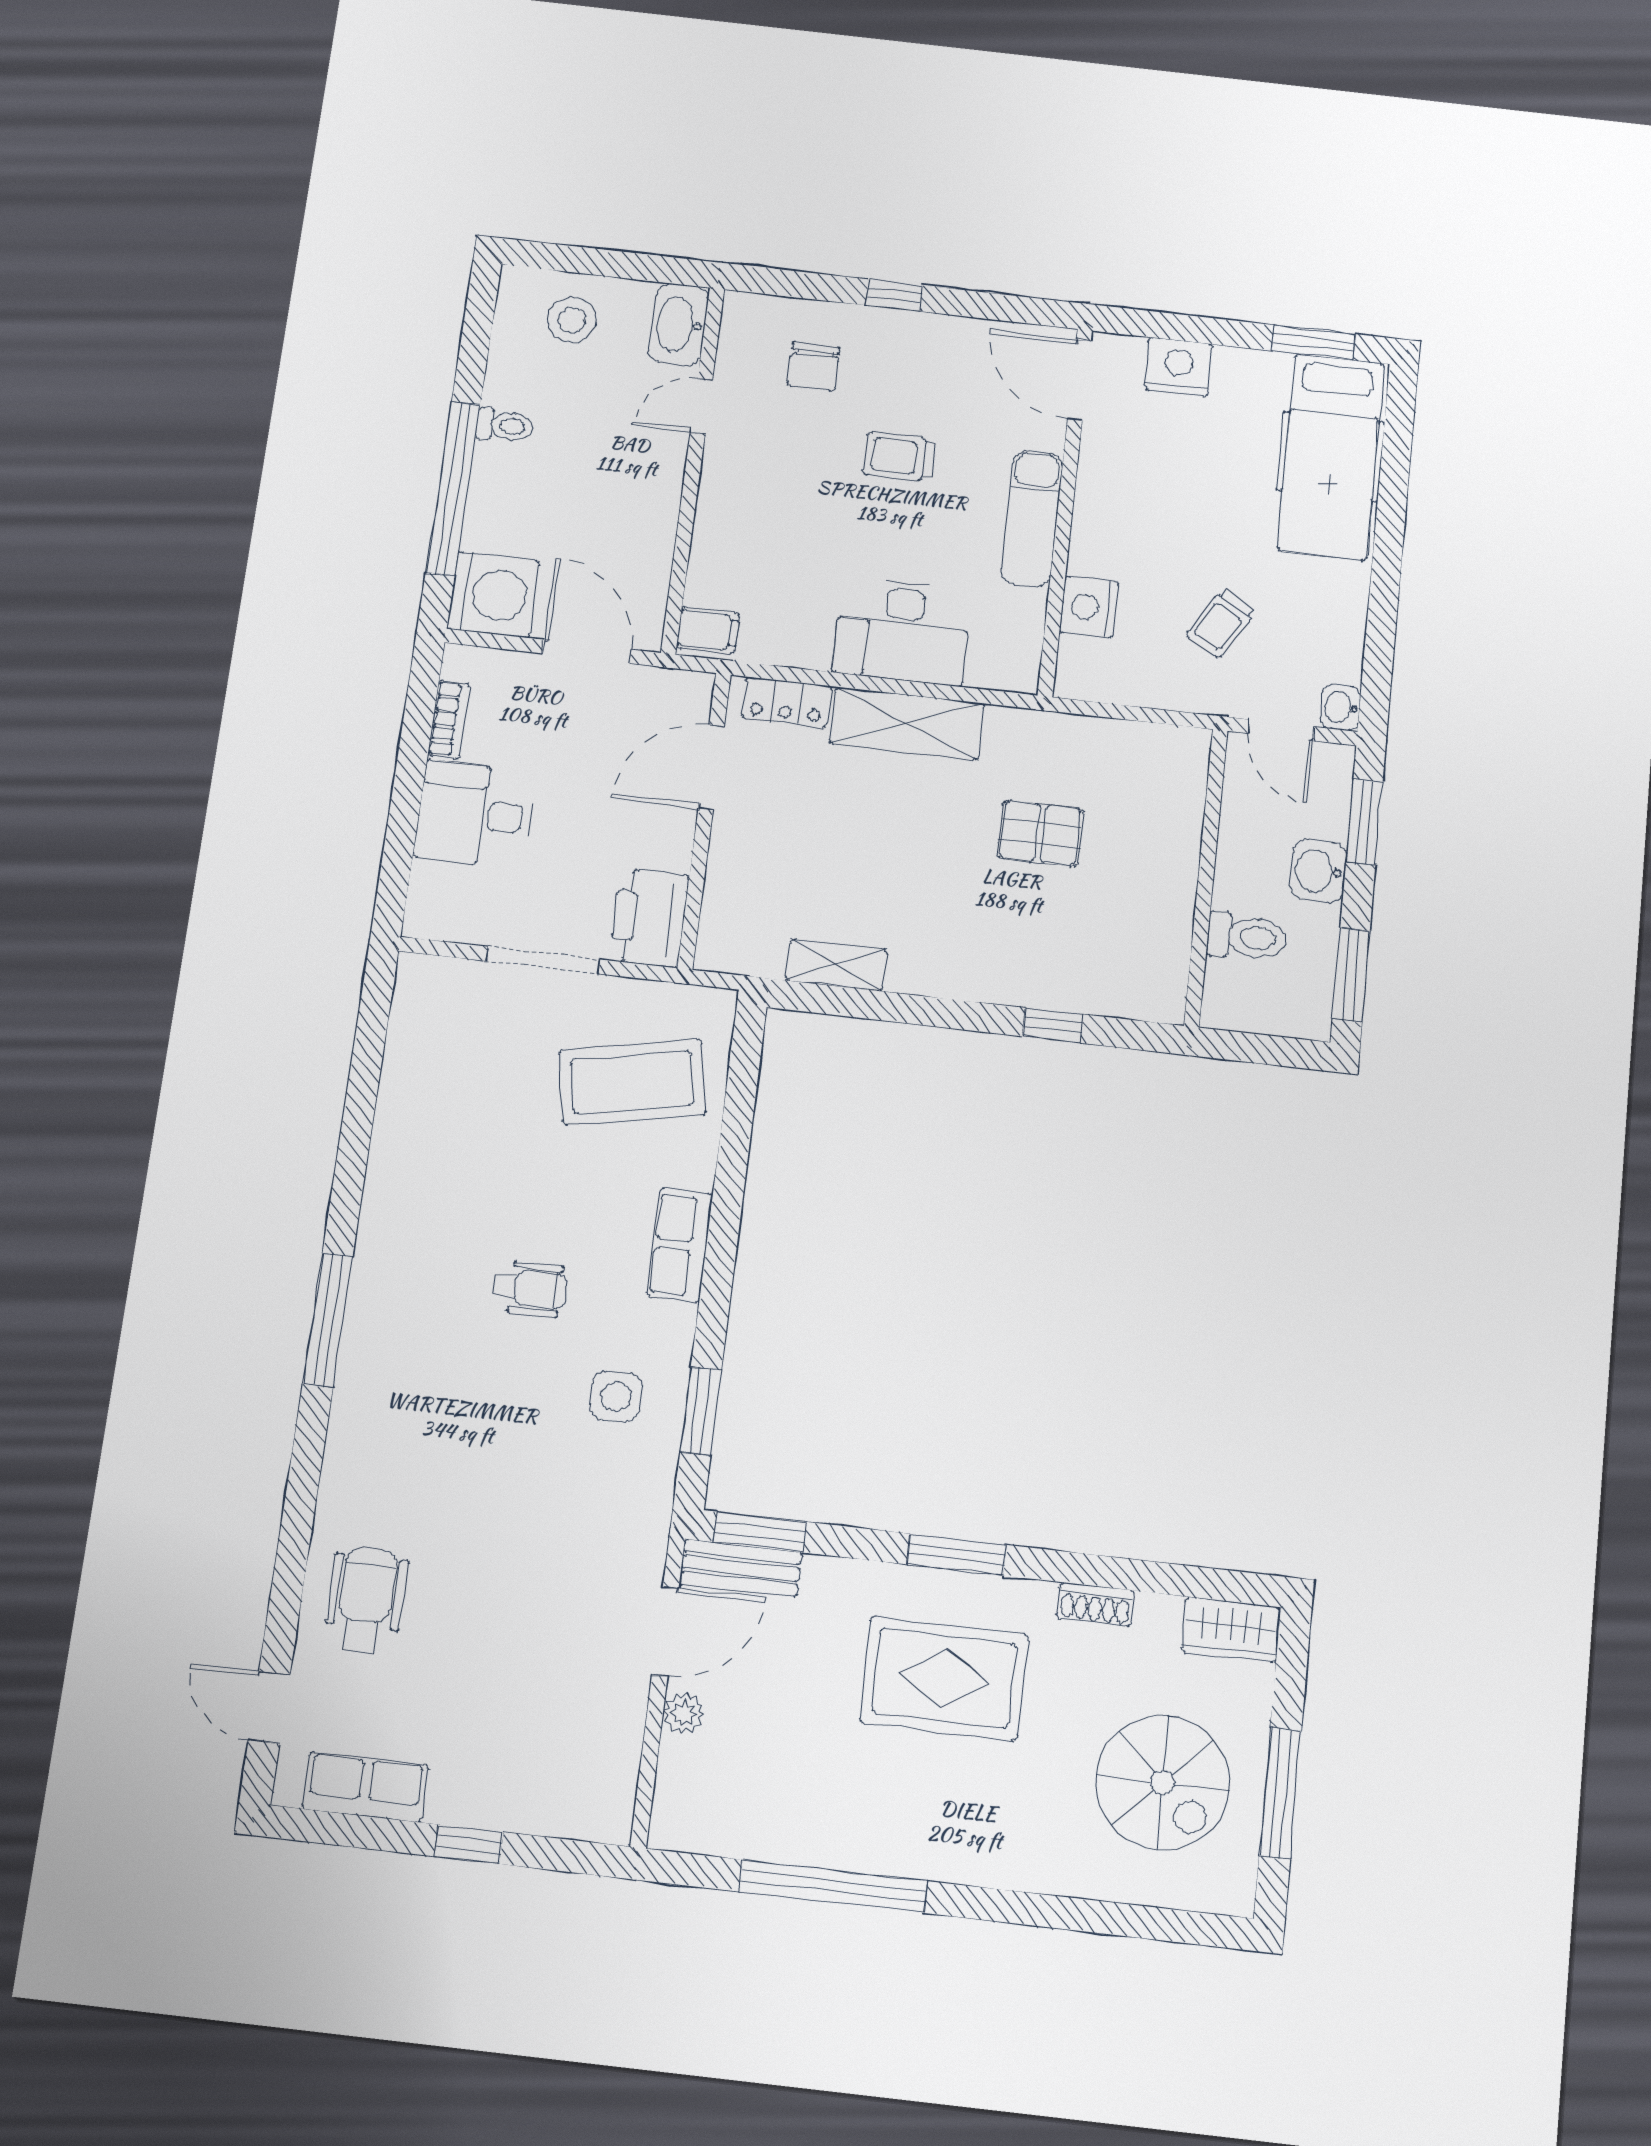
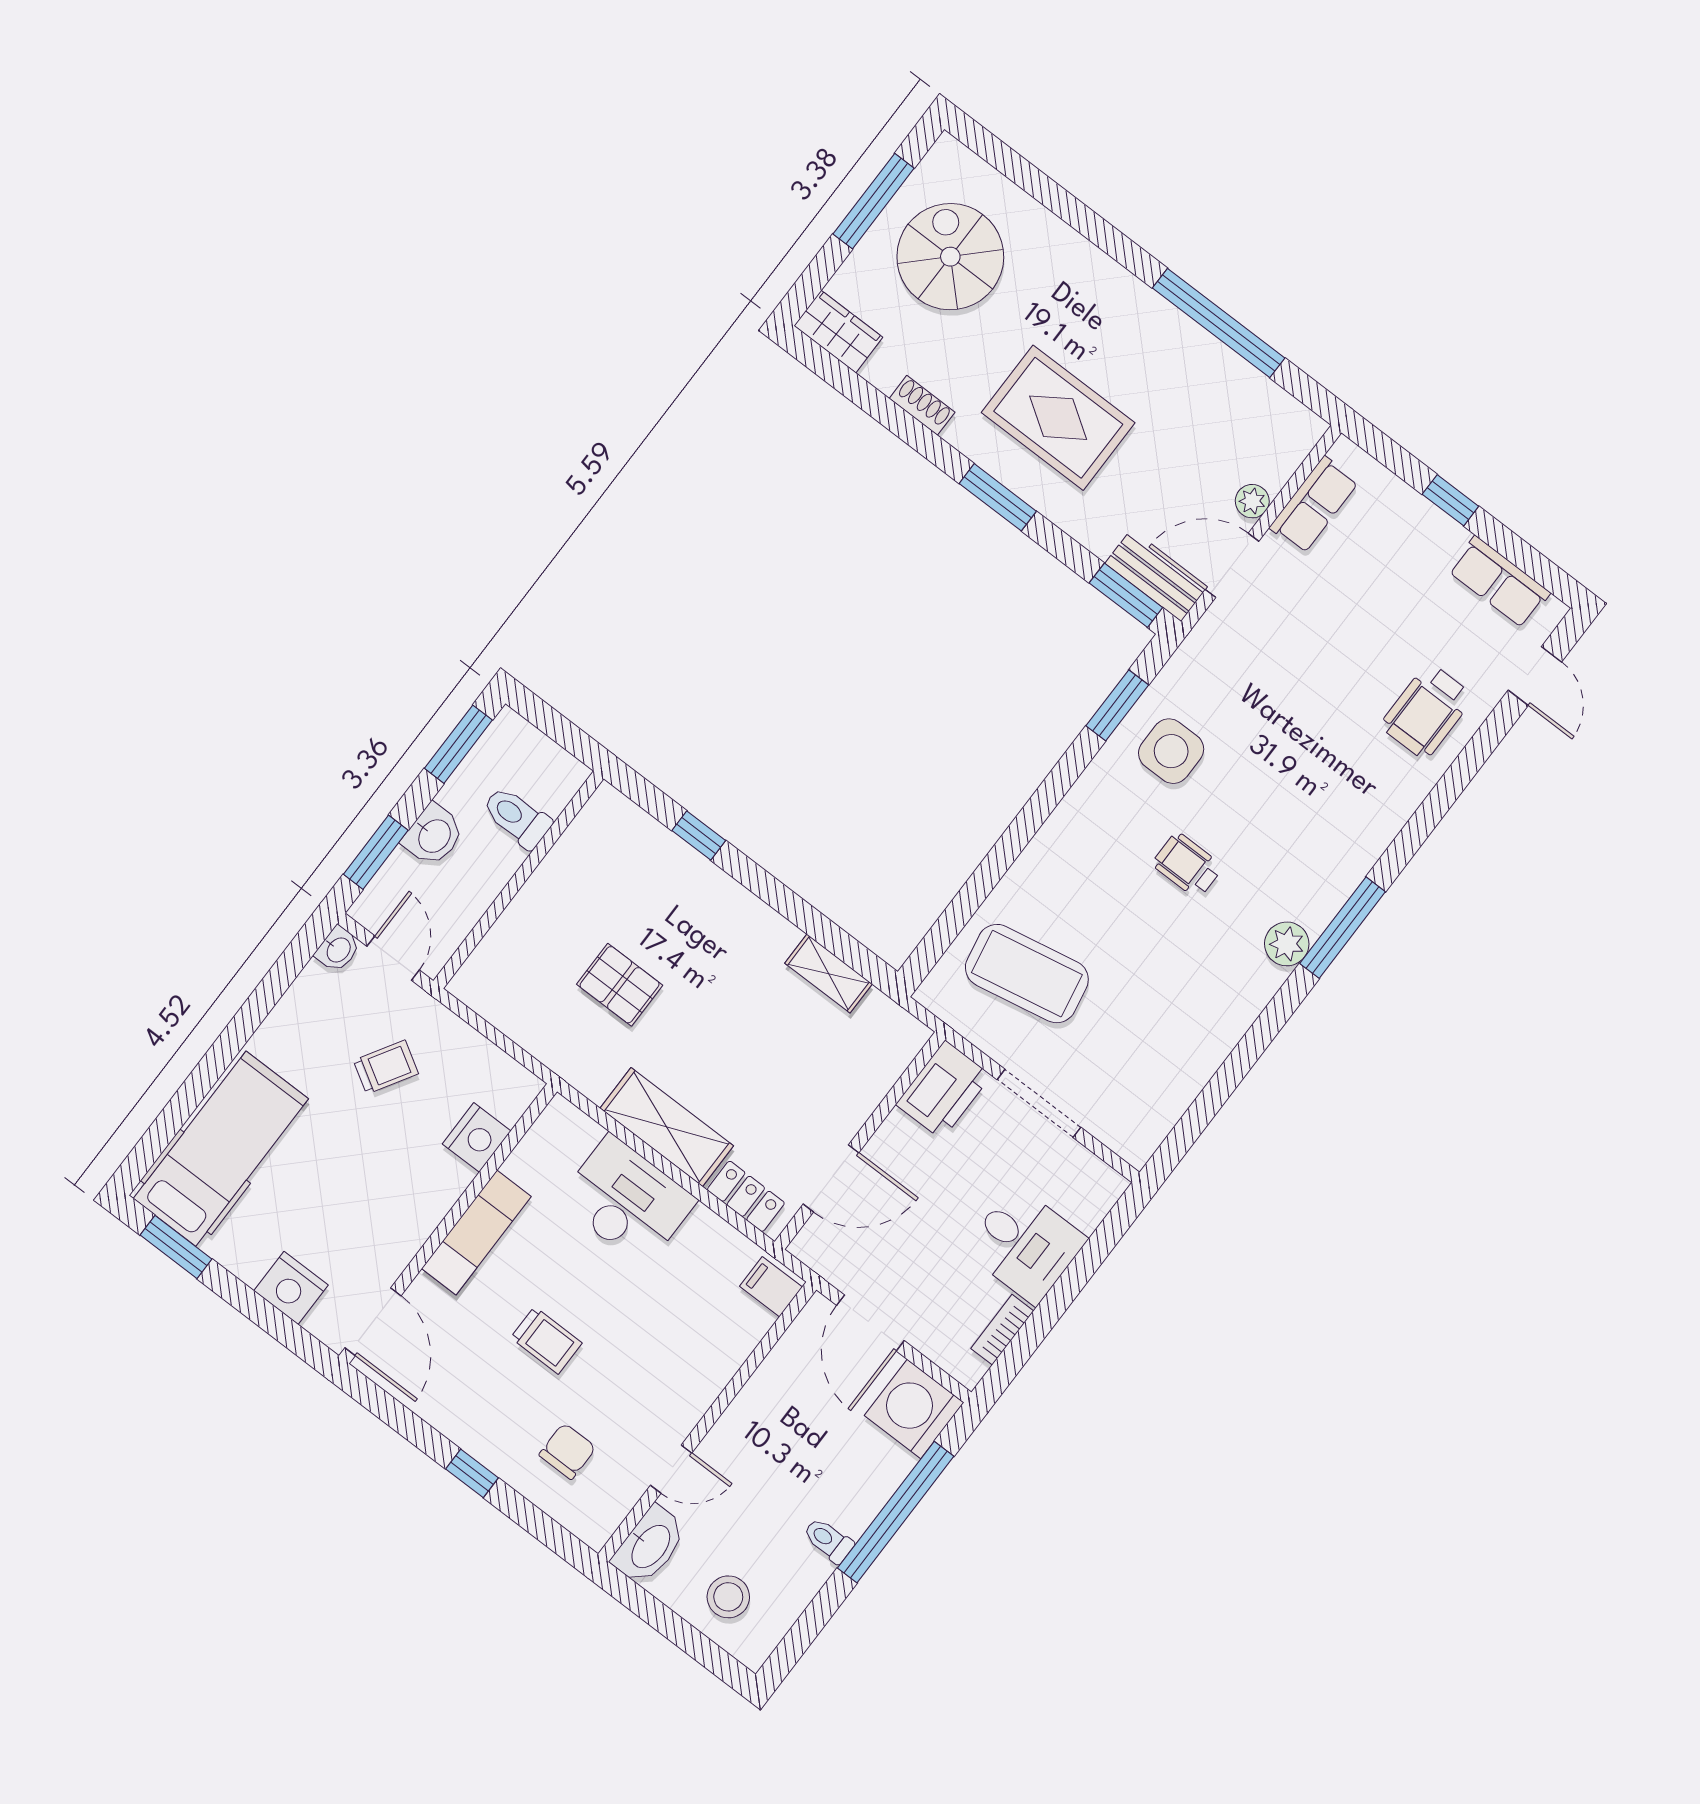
row of seats: (680, 1245) -> (1314, 505), moved
plant: (378, 1269) -> (1287, 944), added
side table: (616, 1397) -> (1171, 751), width x1.37, depth x1.37

